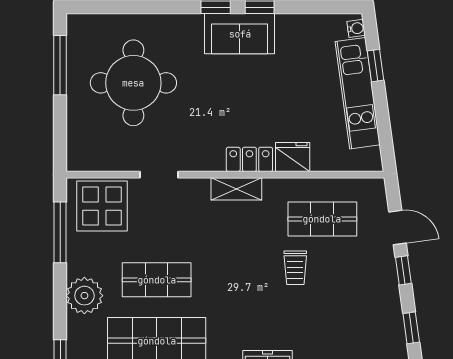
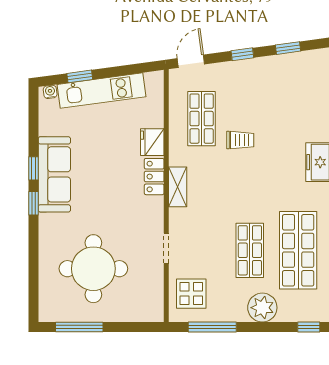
sofa: (240, 34) -> (54, 174), width x1.36
display table: (102, 206) -> (191, 294), width x0.73, depth x0.73
door: (398, 228) -> (191, 61), moved

